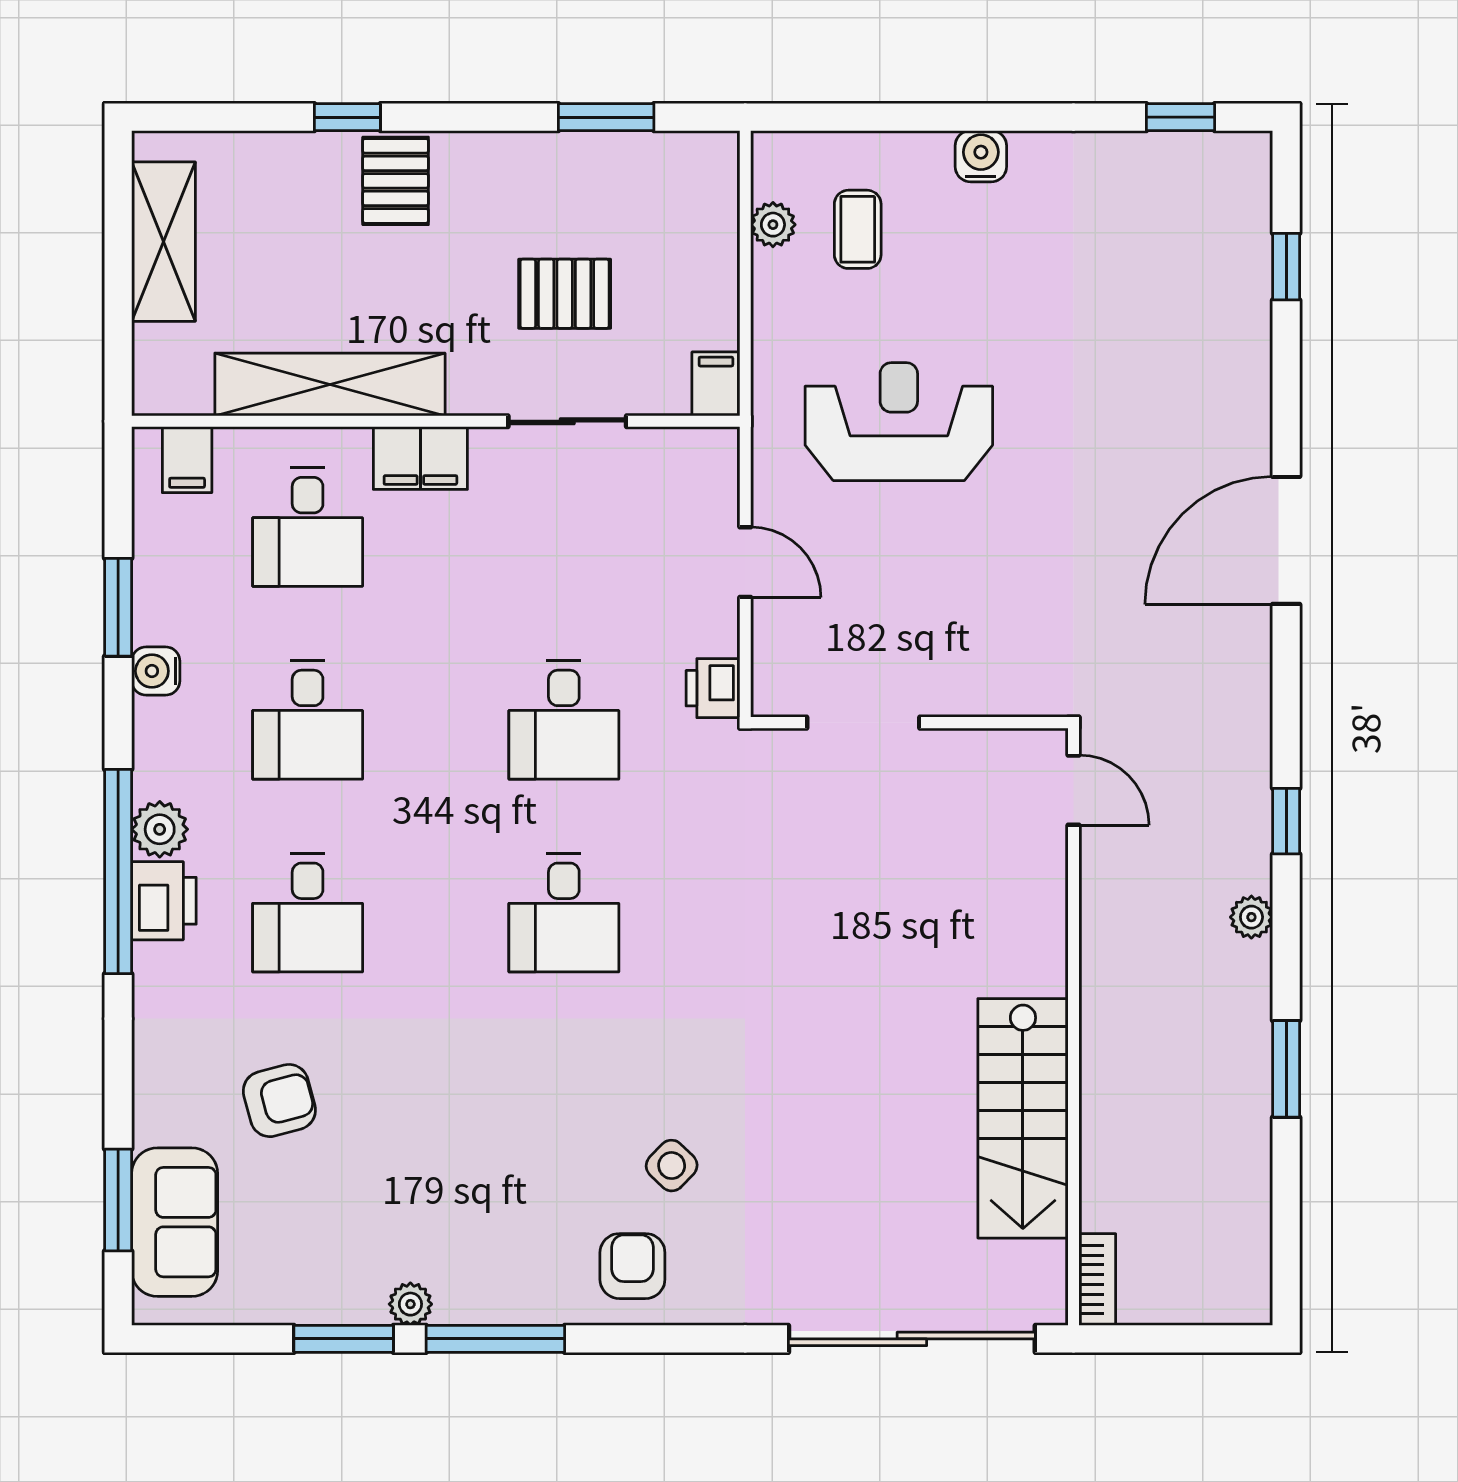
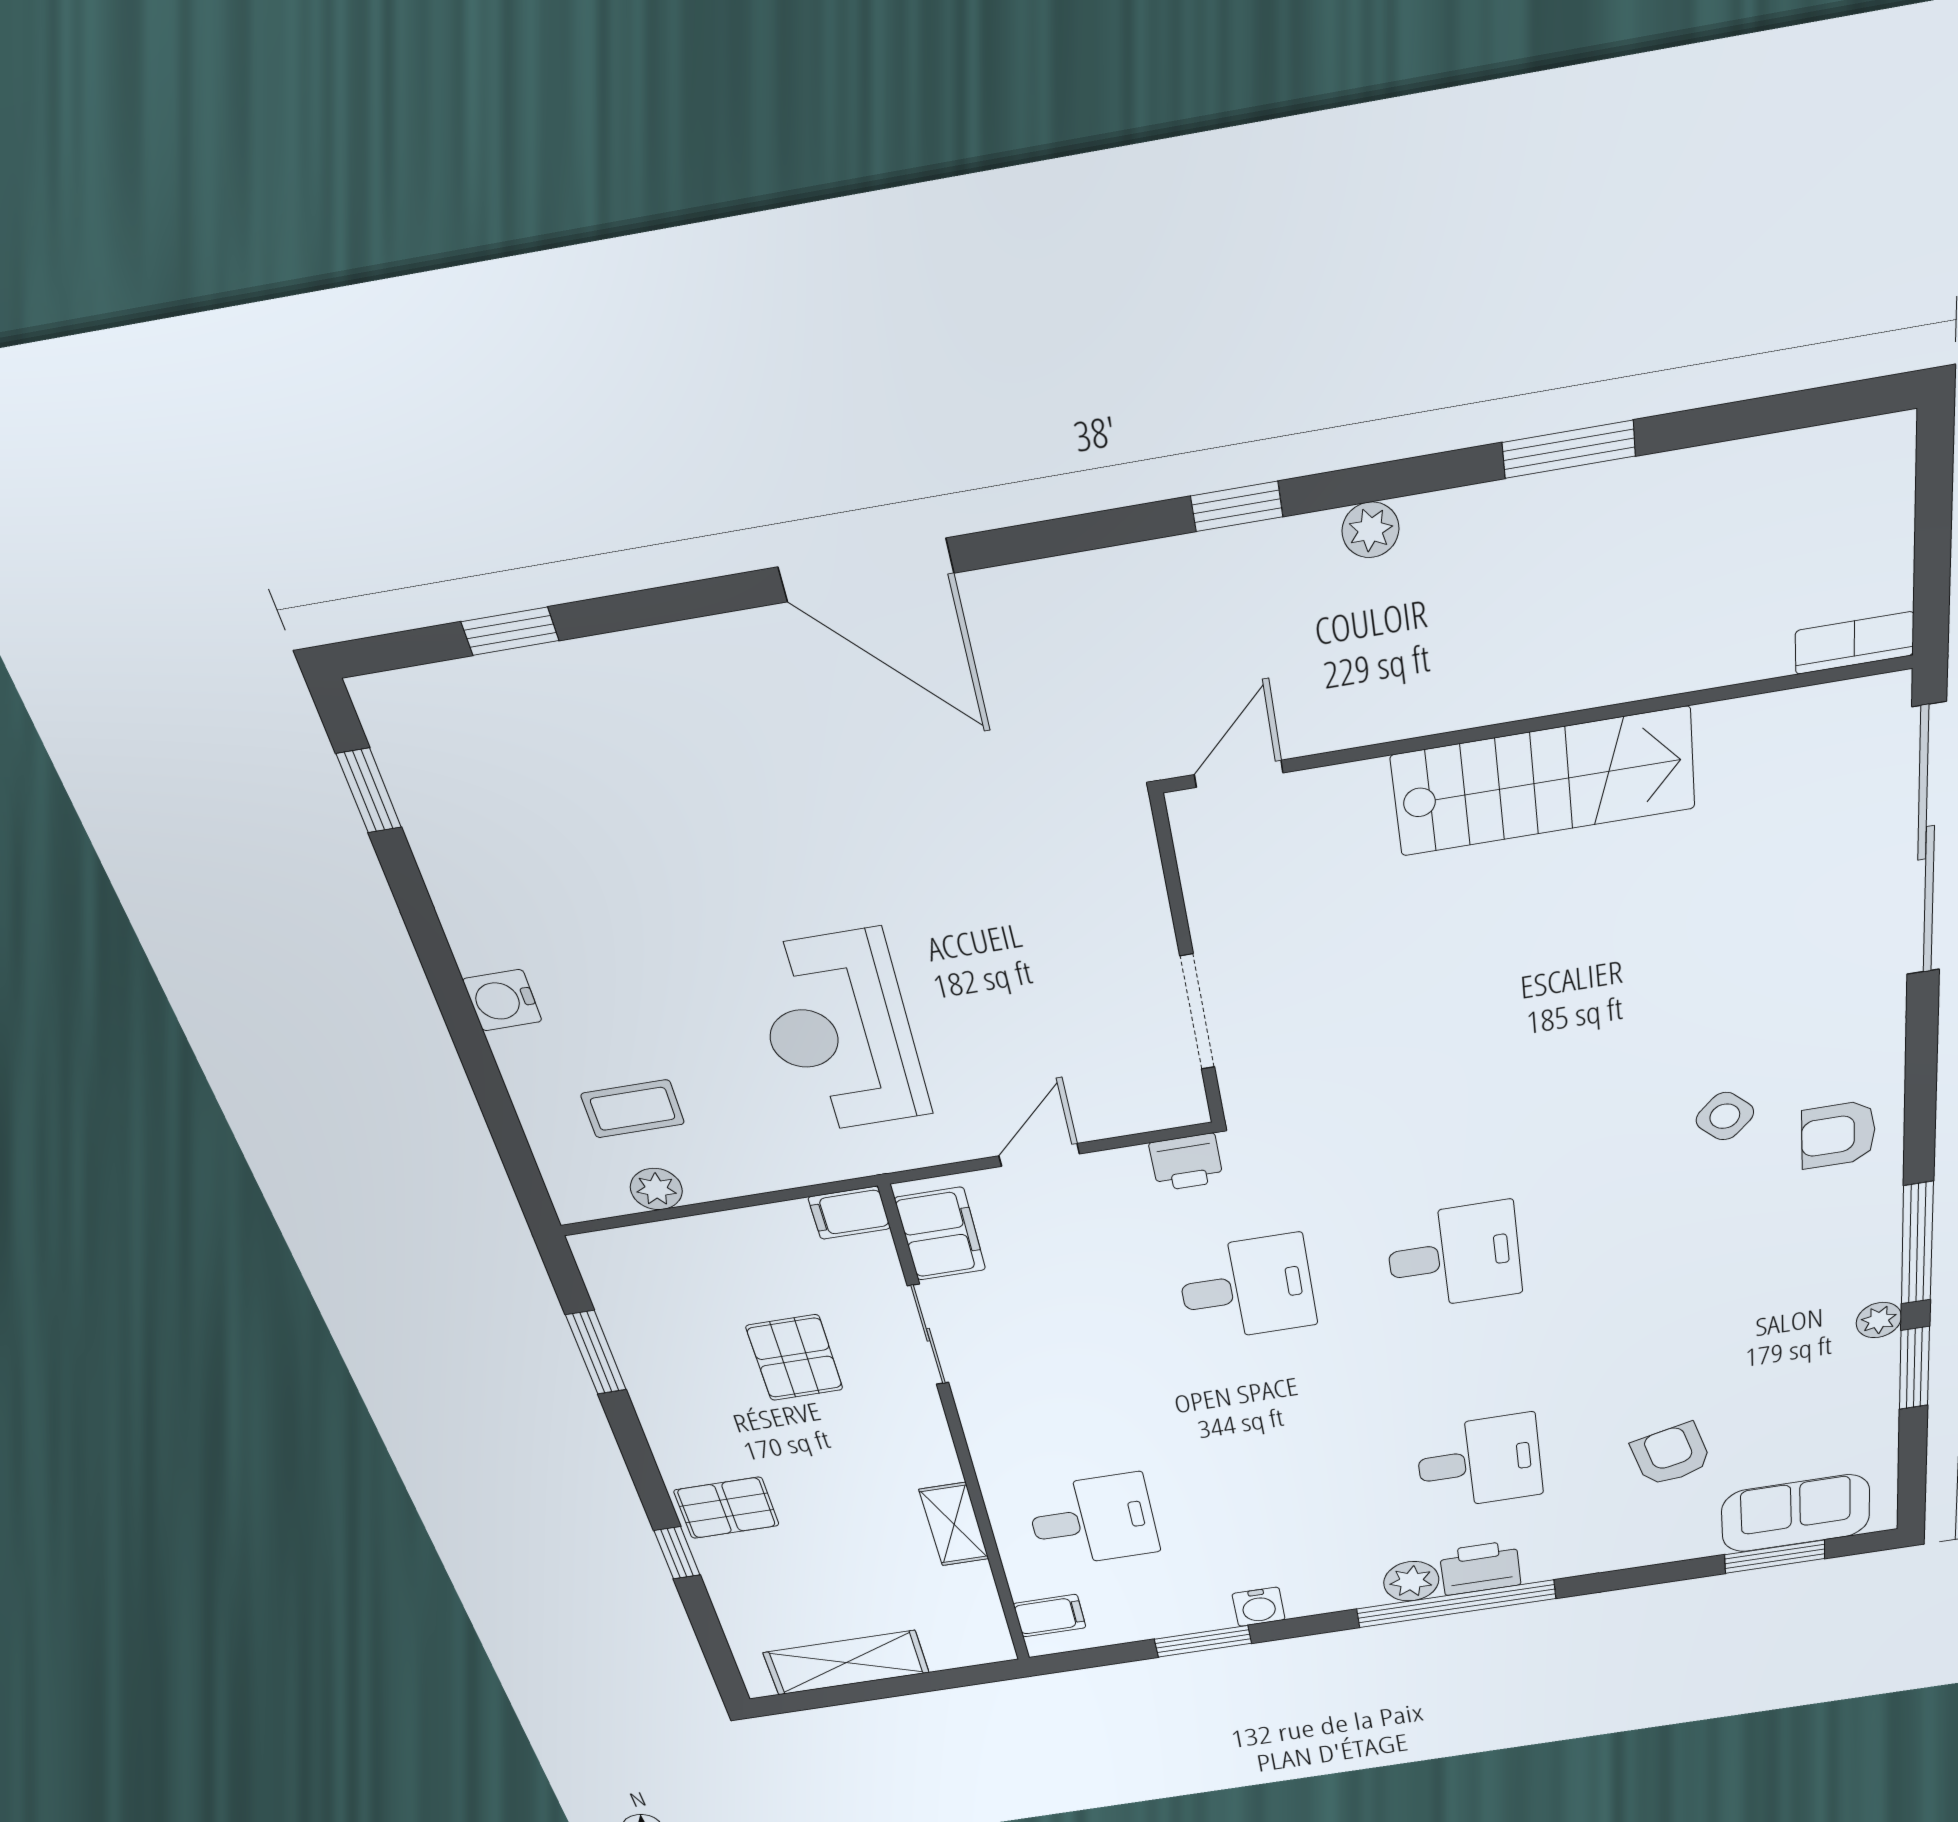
shelving: (330, 384) -> (954, 1524), width x0.45, depth x0.75
filing cabinet: (420, 458) -> (940, 1234), moved
desk: (308, 720) -> (1285, 1491), removed
stairs: (1023, 1118) -> (1544, 782), moved

